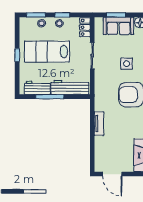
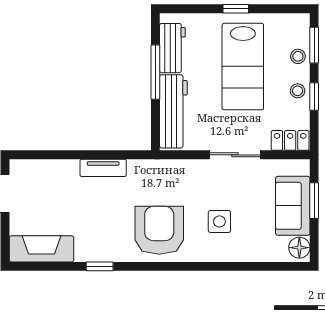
lab bench: (47, 52) -> (243, 67), turned 180

